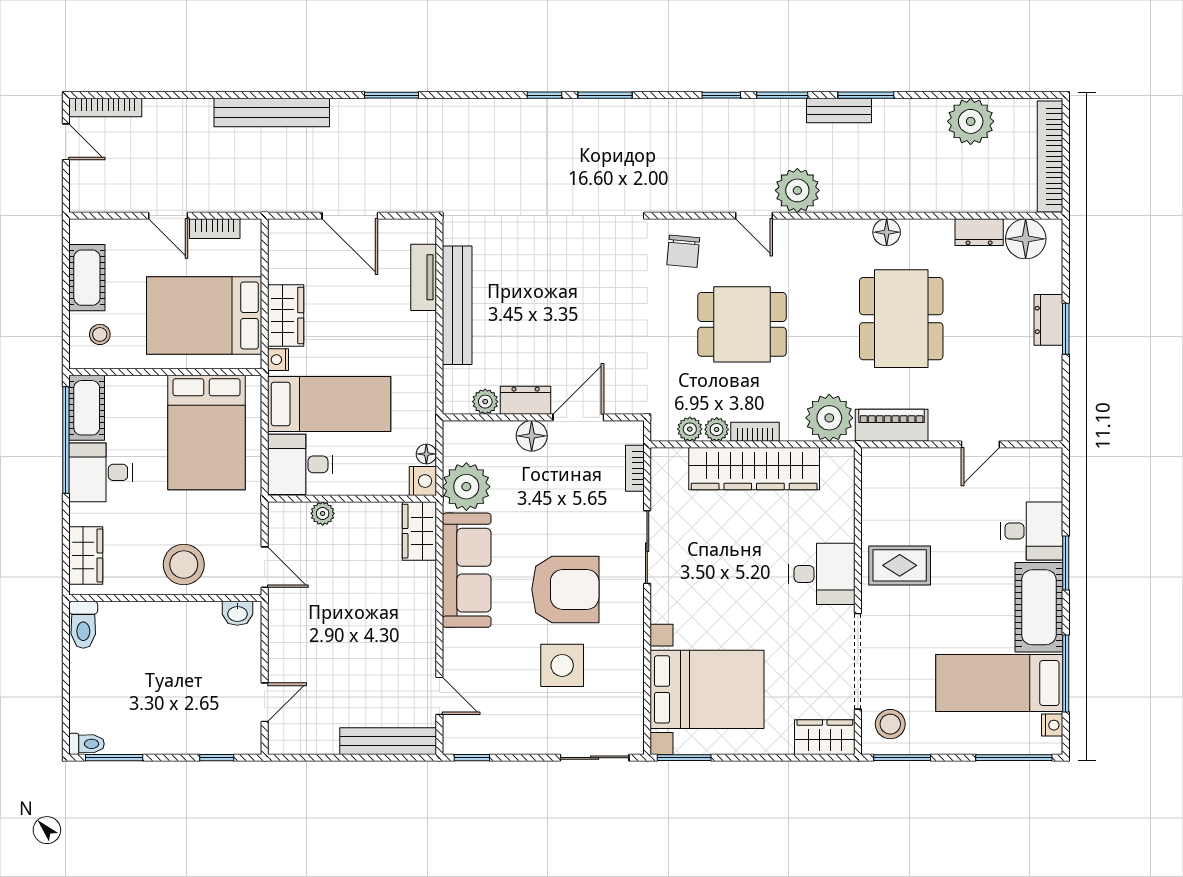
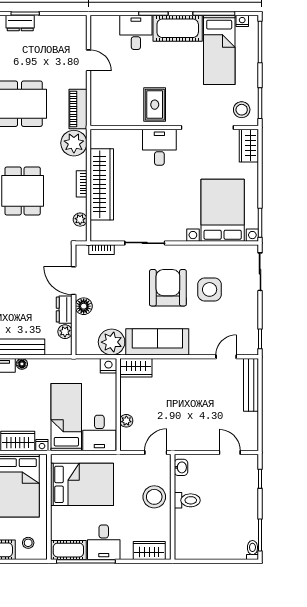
plant: (717, 429) -> (80, 205), removed
floor lamp: (426, 454) -> (22, 364), moved
toilet: (83, 625) -> (187, 500), moved

